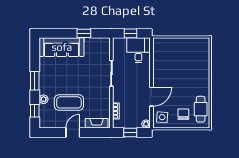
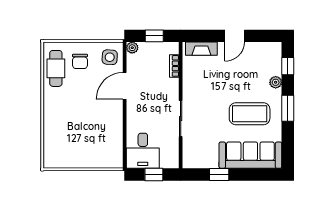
coffee table: (69, 102) -> (250, 114), moved

